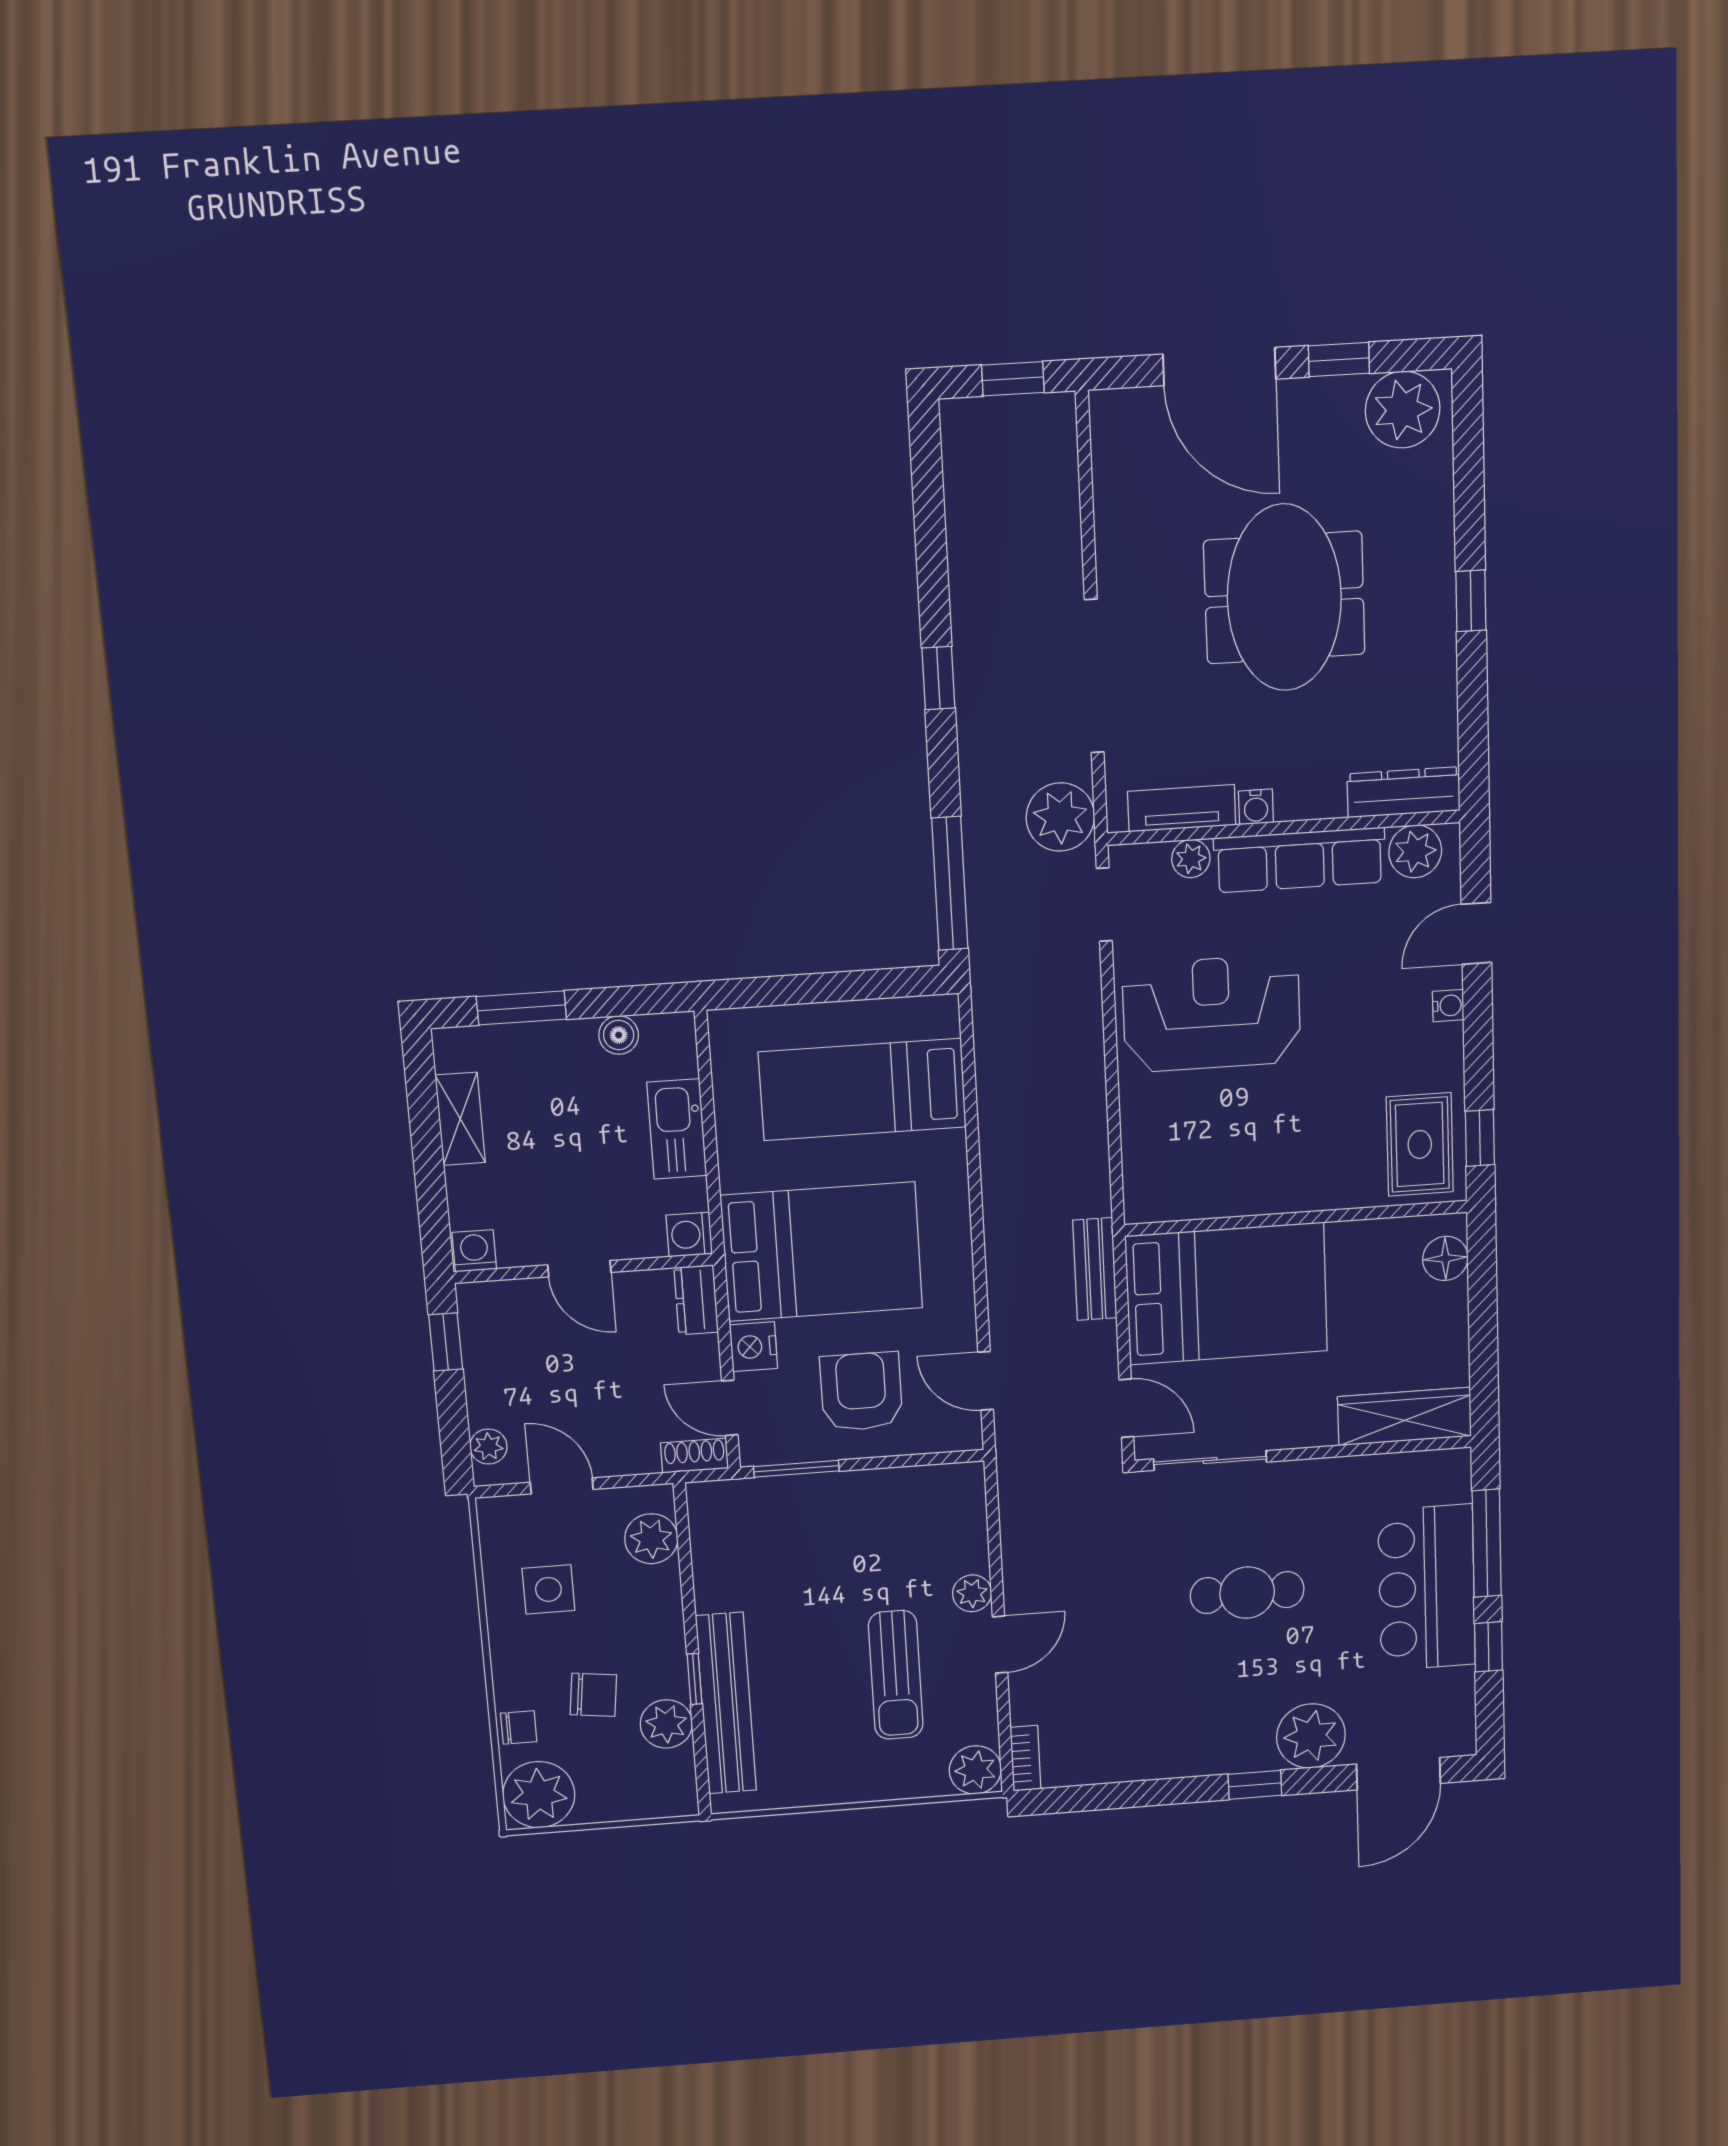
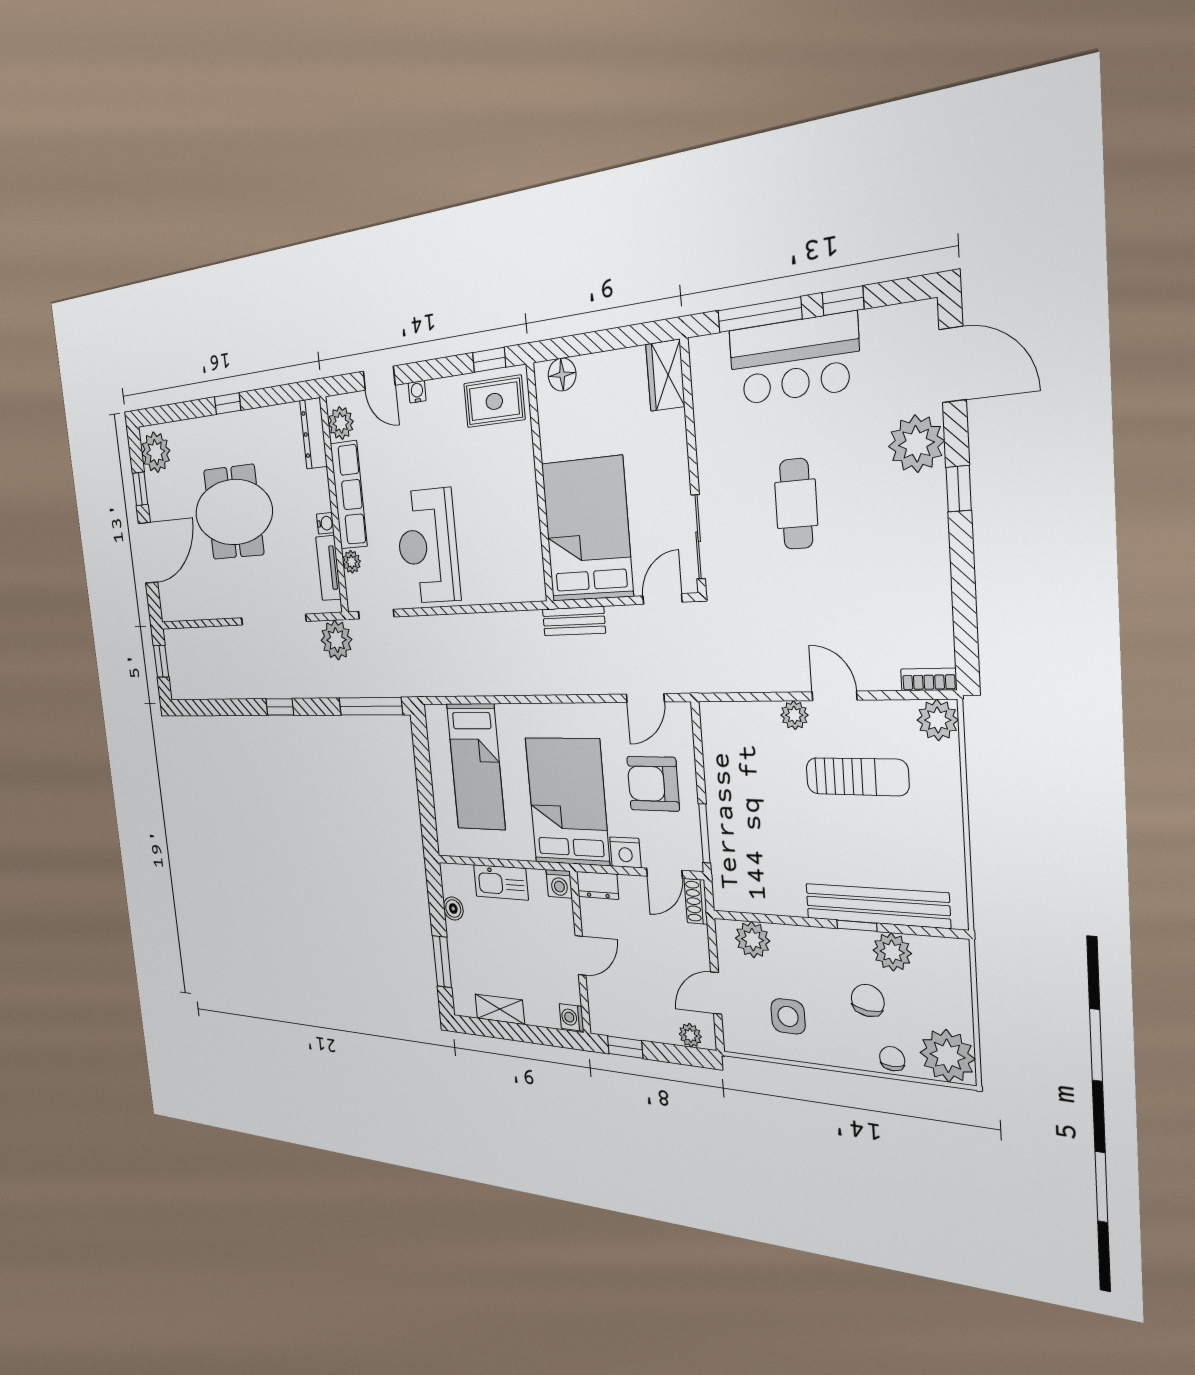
wardrobe: (1405, 1416) -> (665, 375), width x0.67

